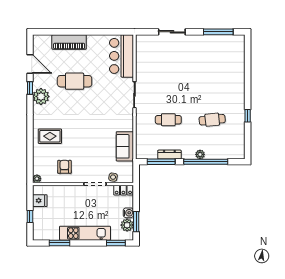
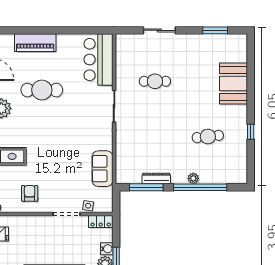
window: (218, 32) -> (215, 30), width x0.69
booth: (233, 76) -> (233, 84), added
cafe table: (168, 120) -> (155, 81), moved

